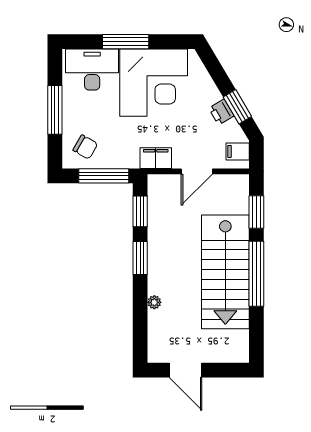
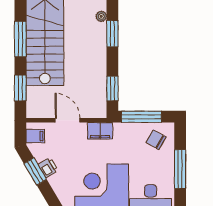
door: (197, 171) -> (68, 120), hinge flipped
window: (140, 258) -> (112, 34), moved
window: (256, 274) -> (20, 39), width x0.68

